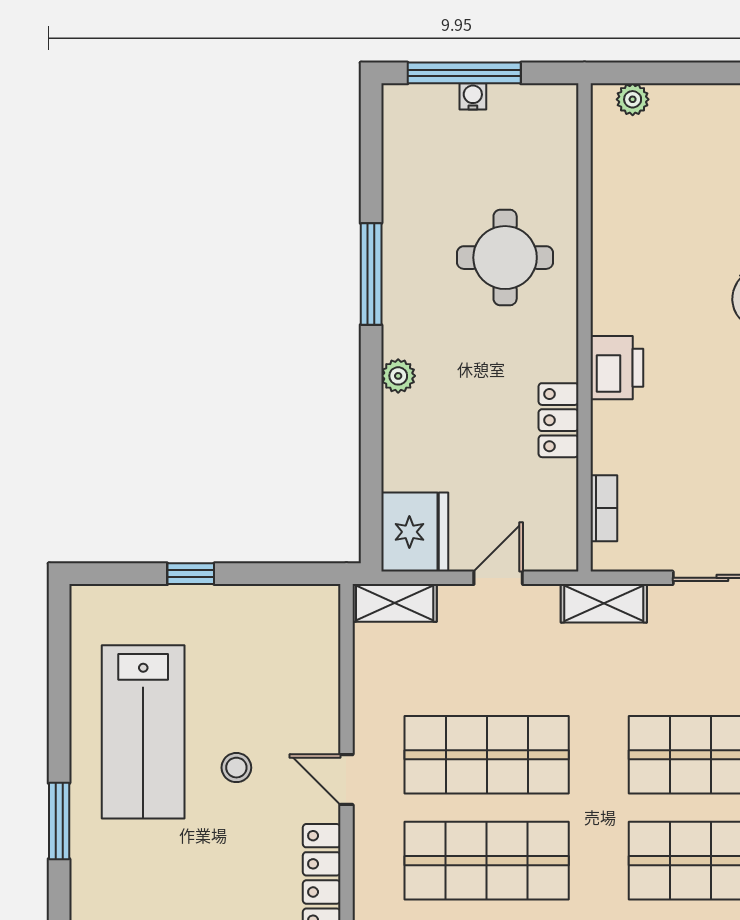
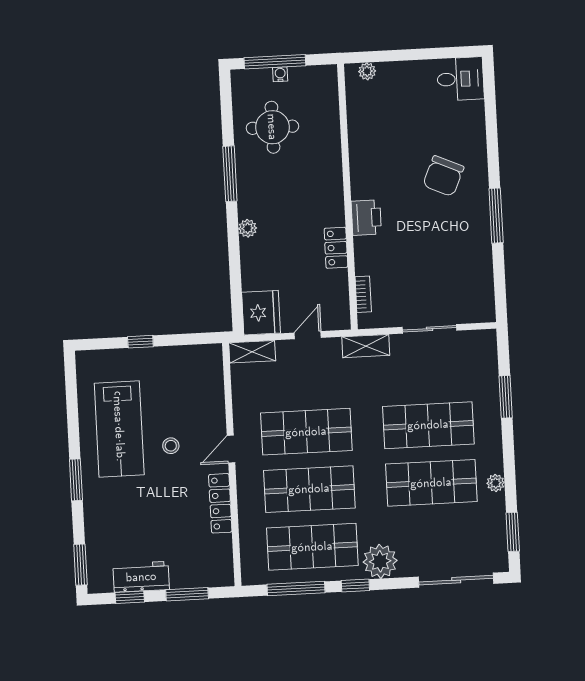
round table: (505, 258) -> (272, 127), moved
door: (346, 780) -> (231, 449), hinge flipped

